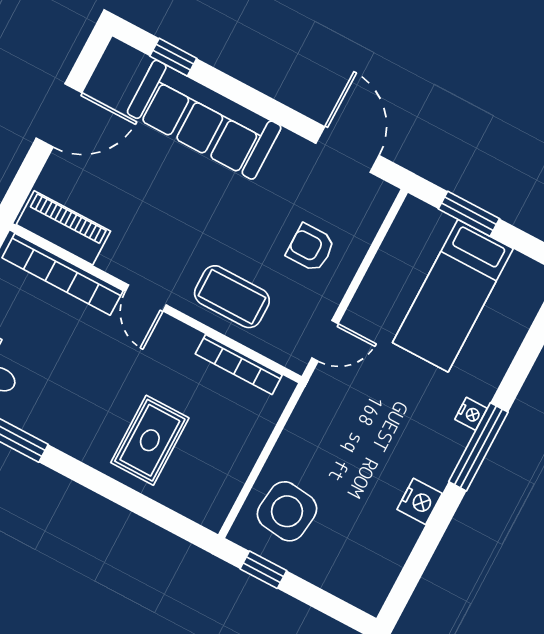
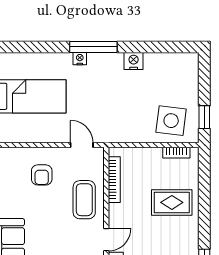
bookcase: (229, 492) -> (176, 153), added

